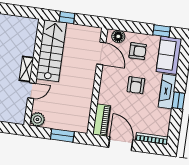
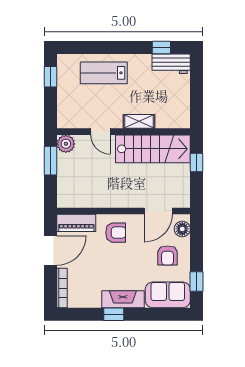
shelving: (26, 69) -> (139, 121), moved
armchair: (136, 85) -> (116, 233), moved, turned 180
window: (62, 135) -> (50, 161), moved

